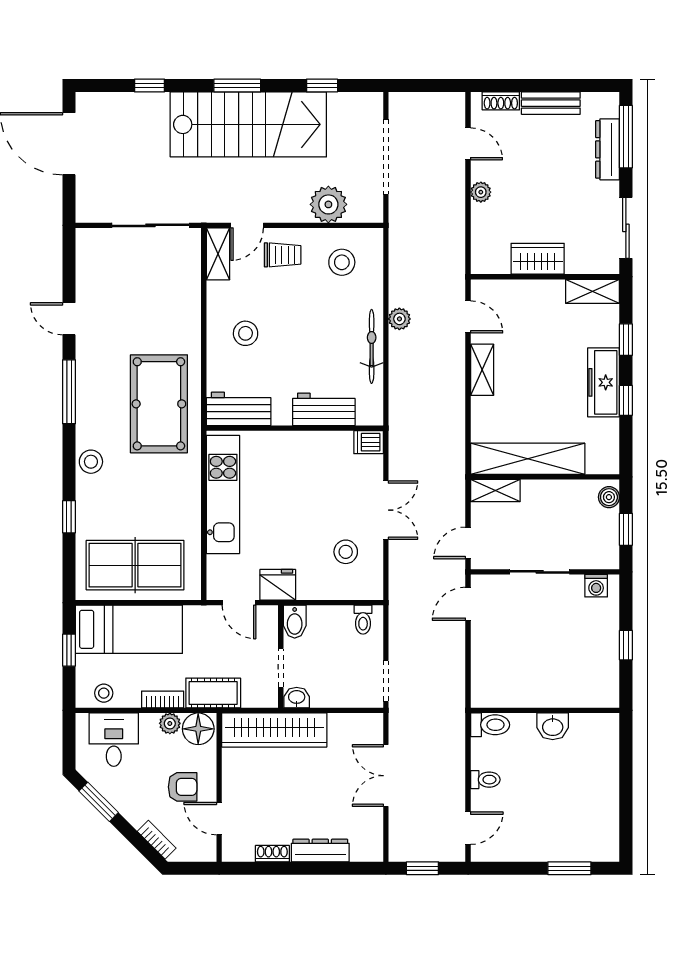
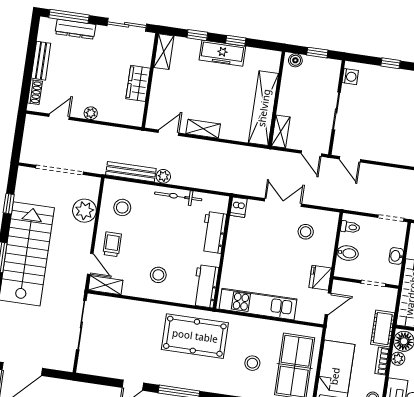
bench: (399, 268) -> (131, 172), added
stool: (91, 462) -> (252, 363), moved
bidet: (295, 622) -> (348, 253), moved
washbasin: (297, 698) -> (396, 256), moved

